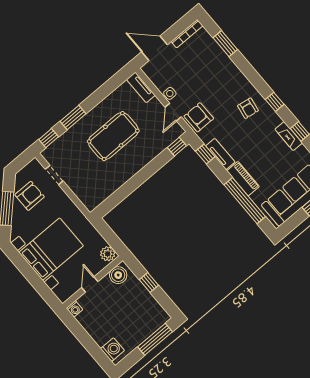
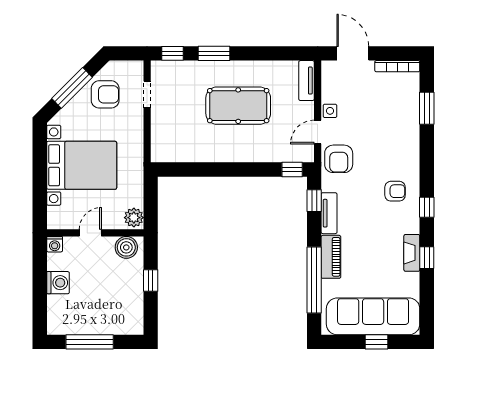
armchair: (248, 108) -> (395, 191), turned -99
armchair: (199, 117) -> (339, 159), turned 180
window: (155, 339) -> (90, 342), moved
washing machine: (112, 350) -> (58, 283), moved

